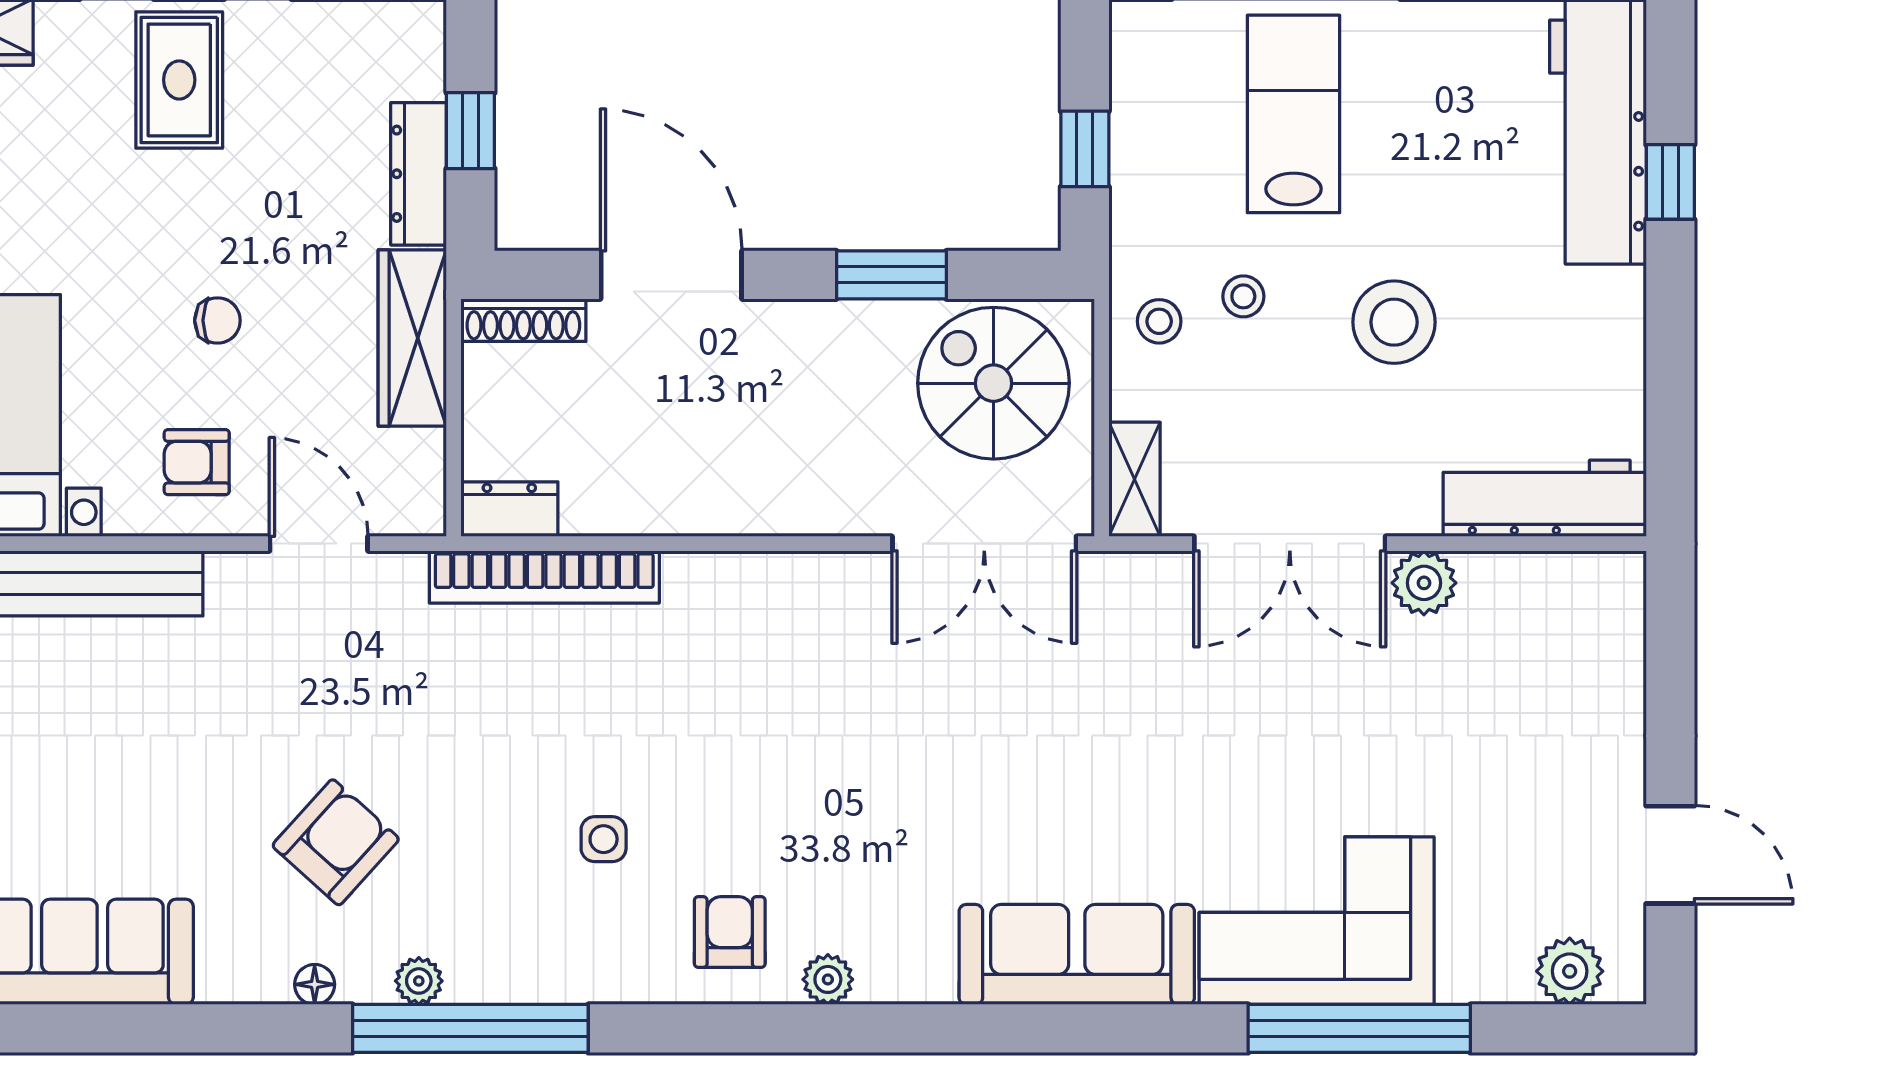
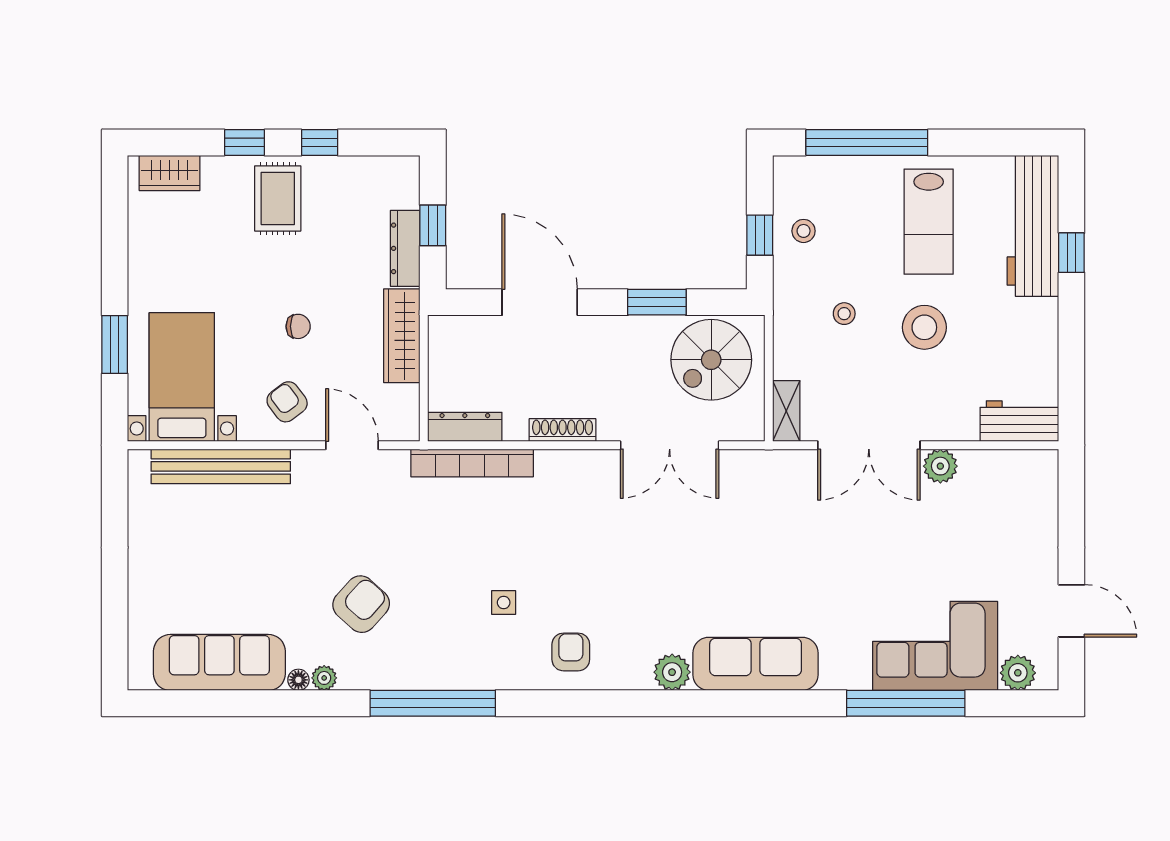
lab bench: (1294, 114) -> (929, 222), moved, turned 180
shoe rack: (523, 320) -> (563, 430), moved, turned 180
stool: (1159, 321) -> (804, 231), moved
spiral stairs: (994, 383) -> (711, 360), turned -90
armchair: (197, 462) -> (287, 402), turned 53
workbench: (1545, 498) -> (1019, 421), width x0.73
dresser: (509, 509) -> (465, 427), width x1.44
double door: (984, 544) -> (670, 445), moved
corner sofa: (1317, 921) -> (935, 646), moved
plant: (828, 979) -> (672, 672), moved, width x1.38, depth x1.38
plant: (419, 981) -> (324, 678), moved
floor lamp: (315, 984) -> (298, 680), moved

